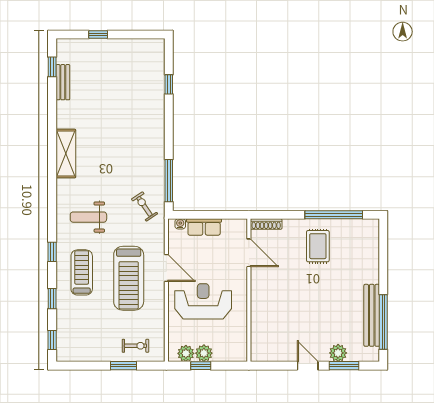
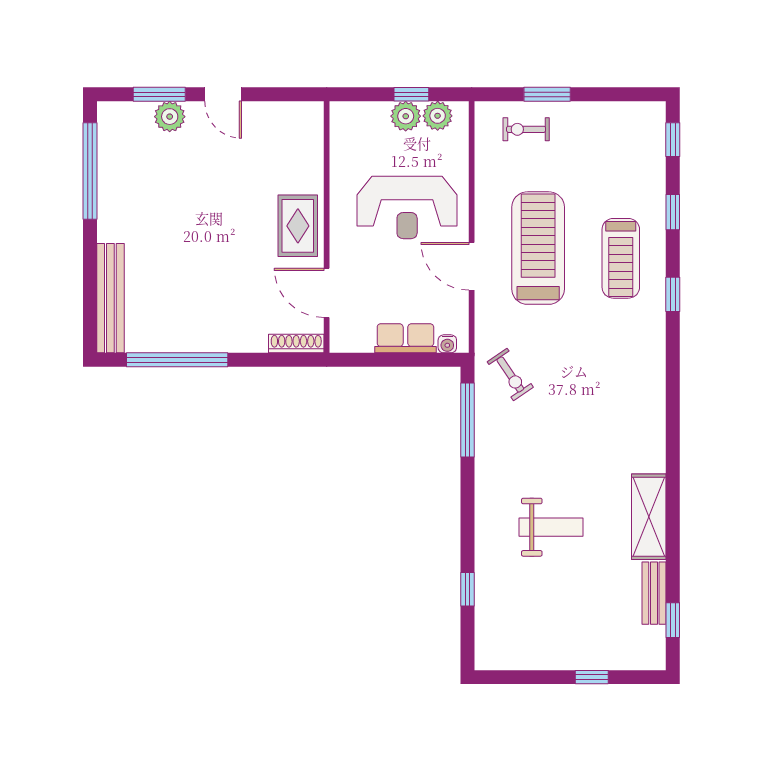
shelving: (66, 154) -> (649, 517), moved
weight bench: (88, 217) -> (551, 527), moved
rug: (318, 246) -> (298, 226), moved
bench: (372, 315) -> (110, 298), moved

